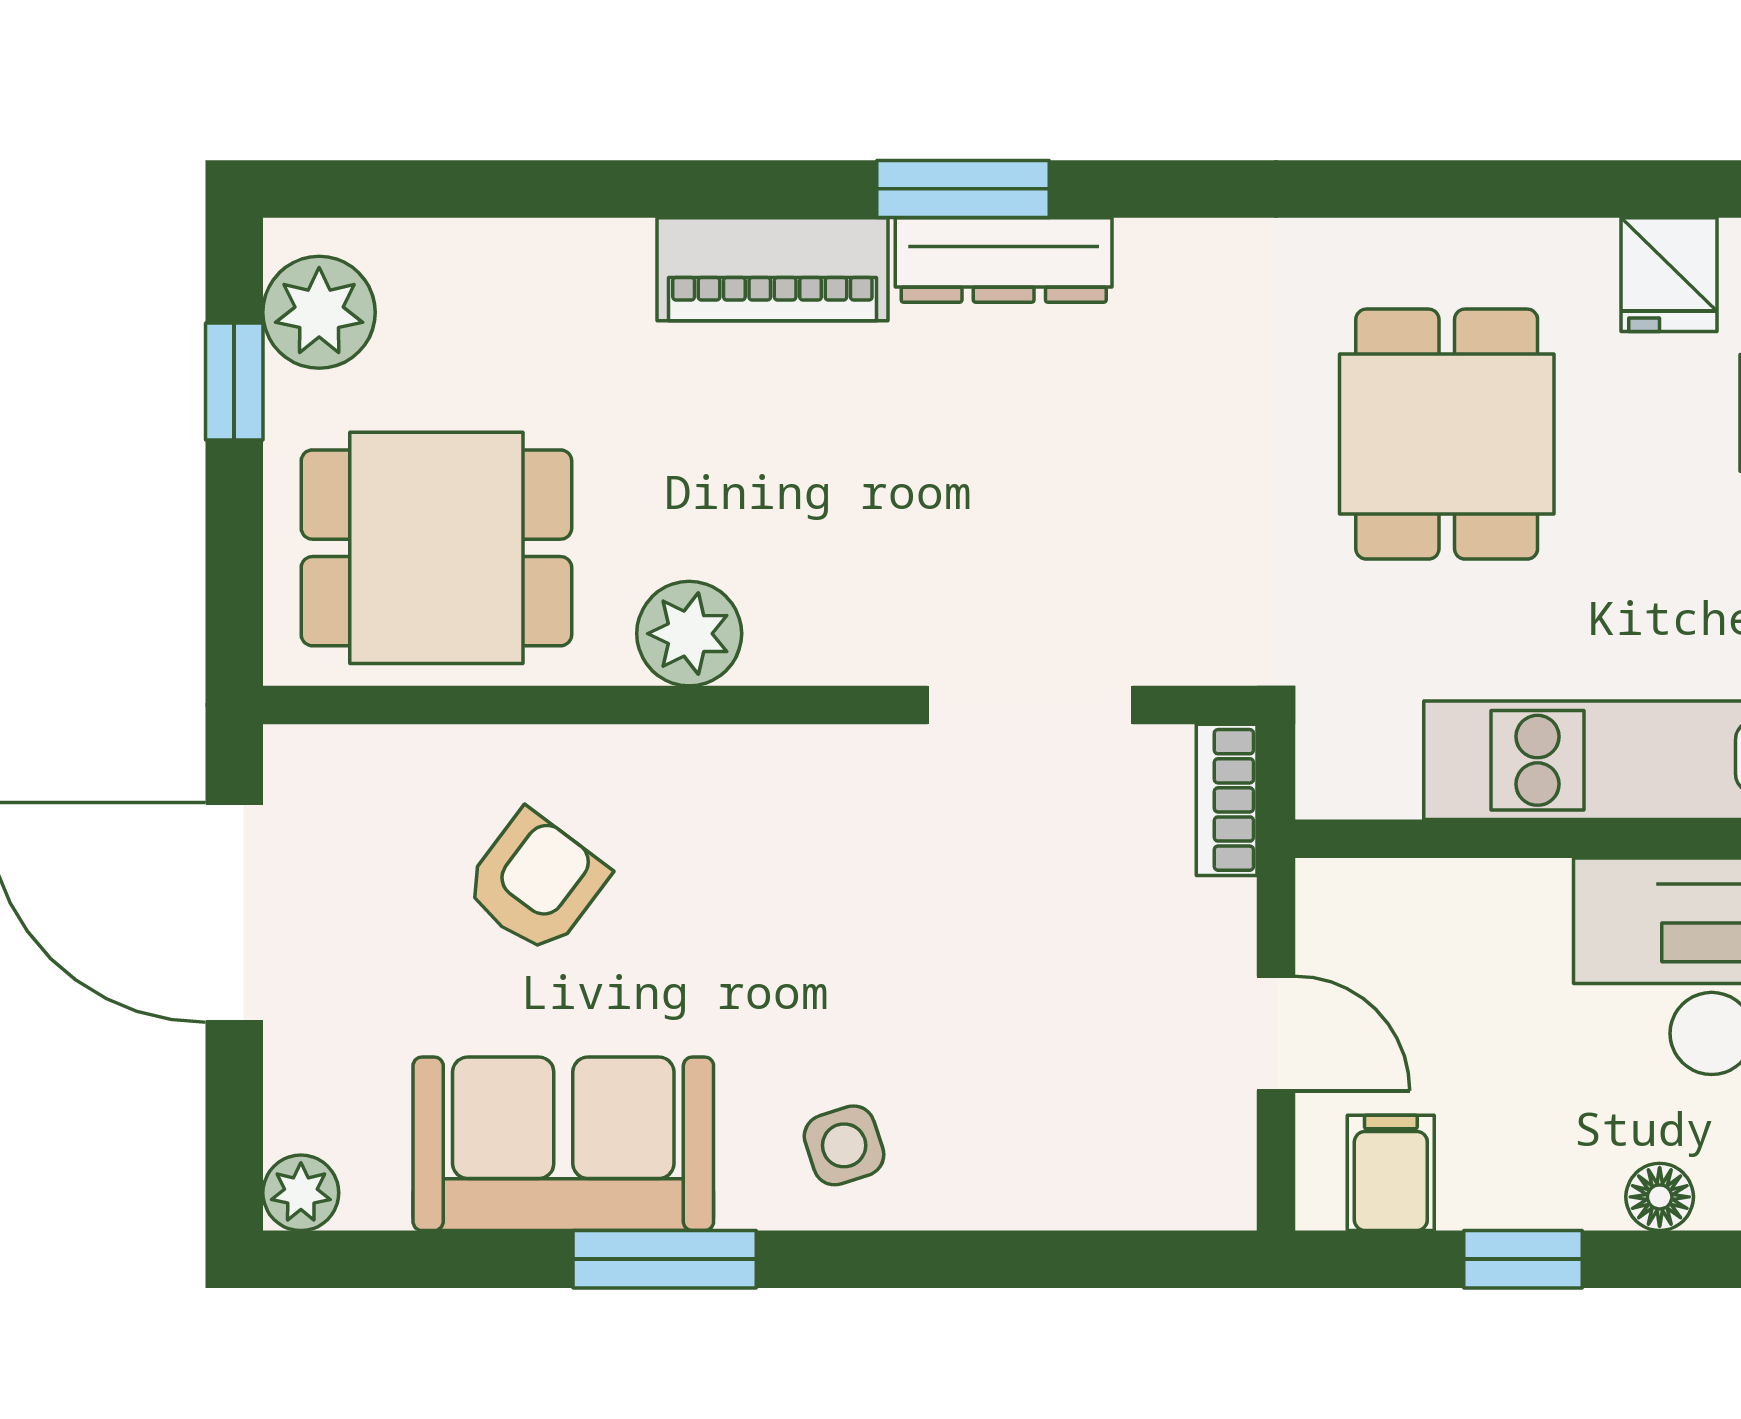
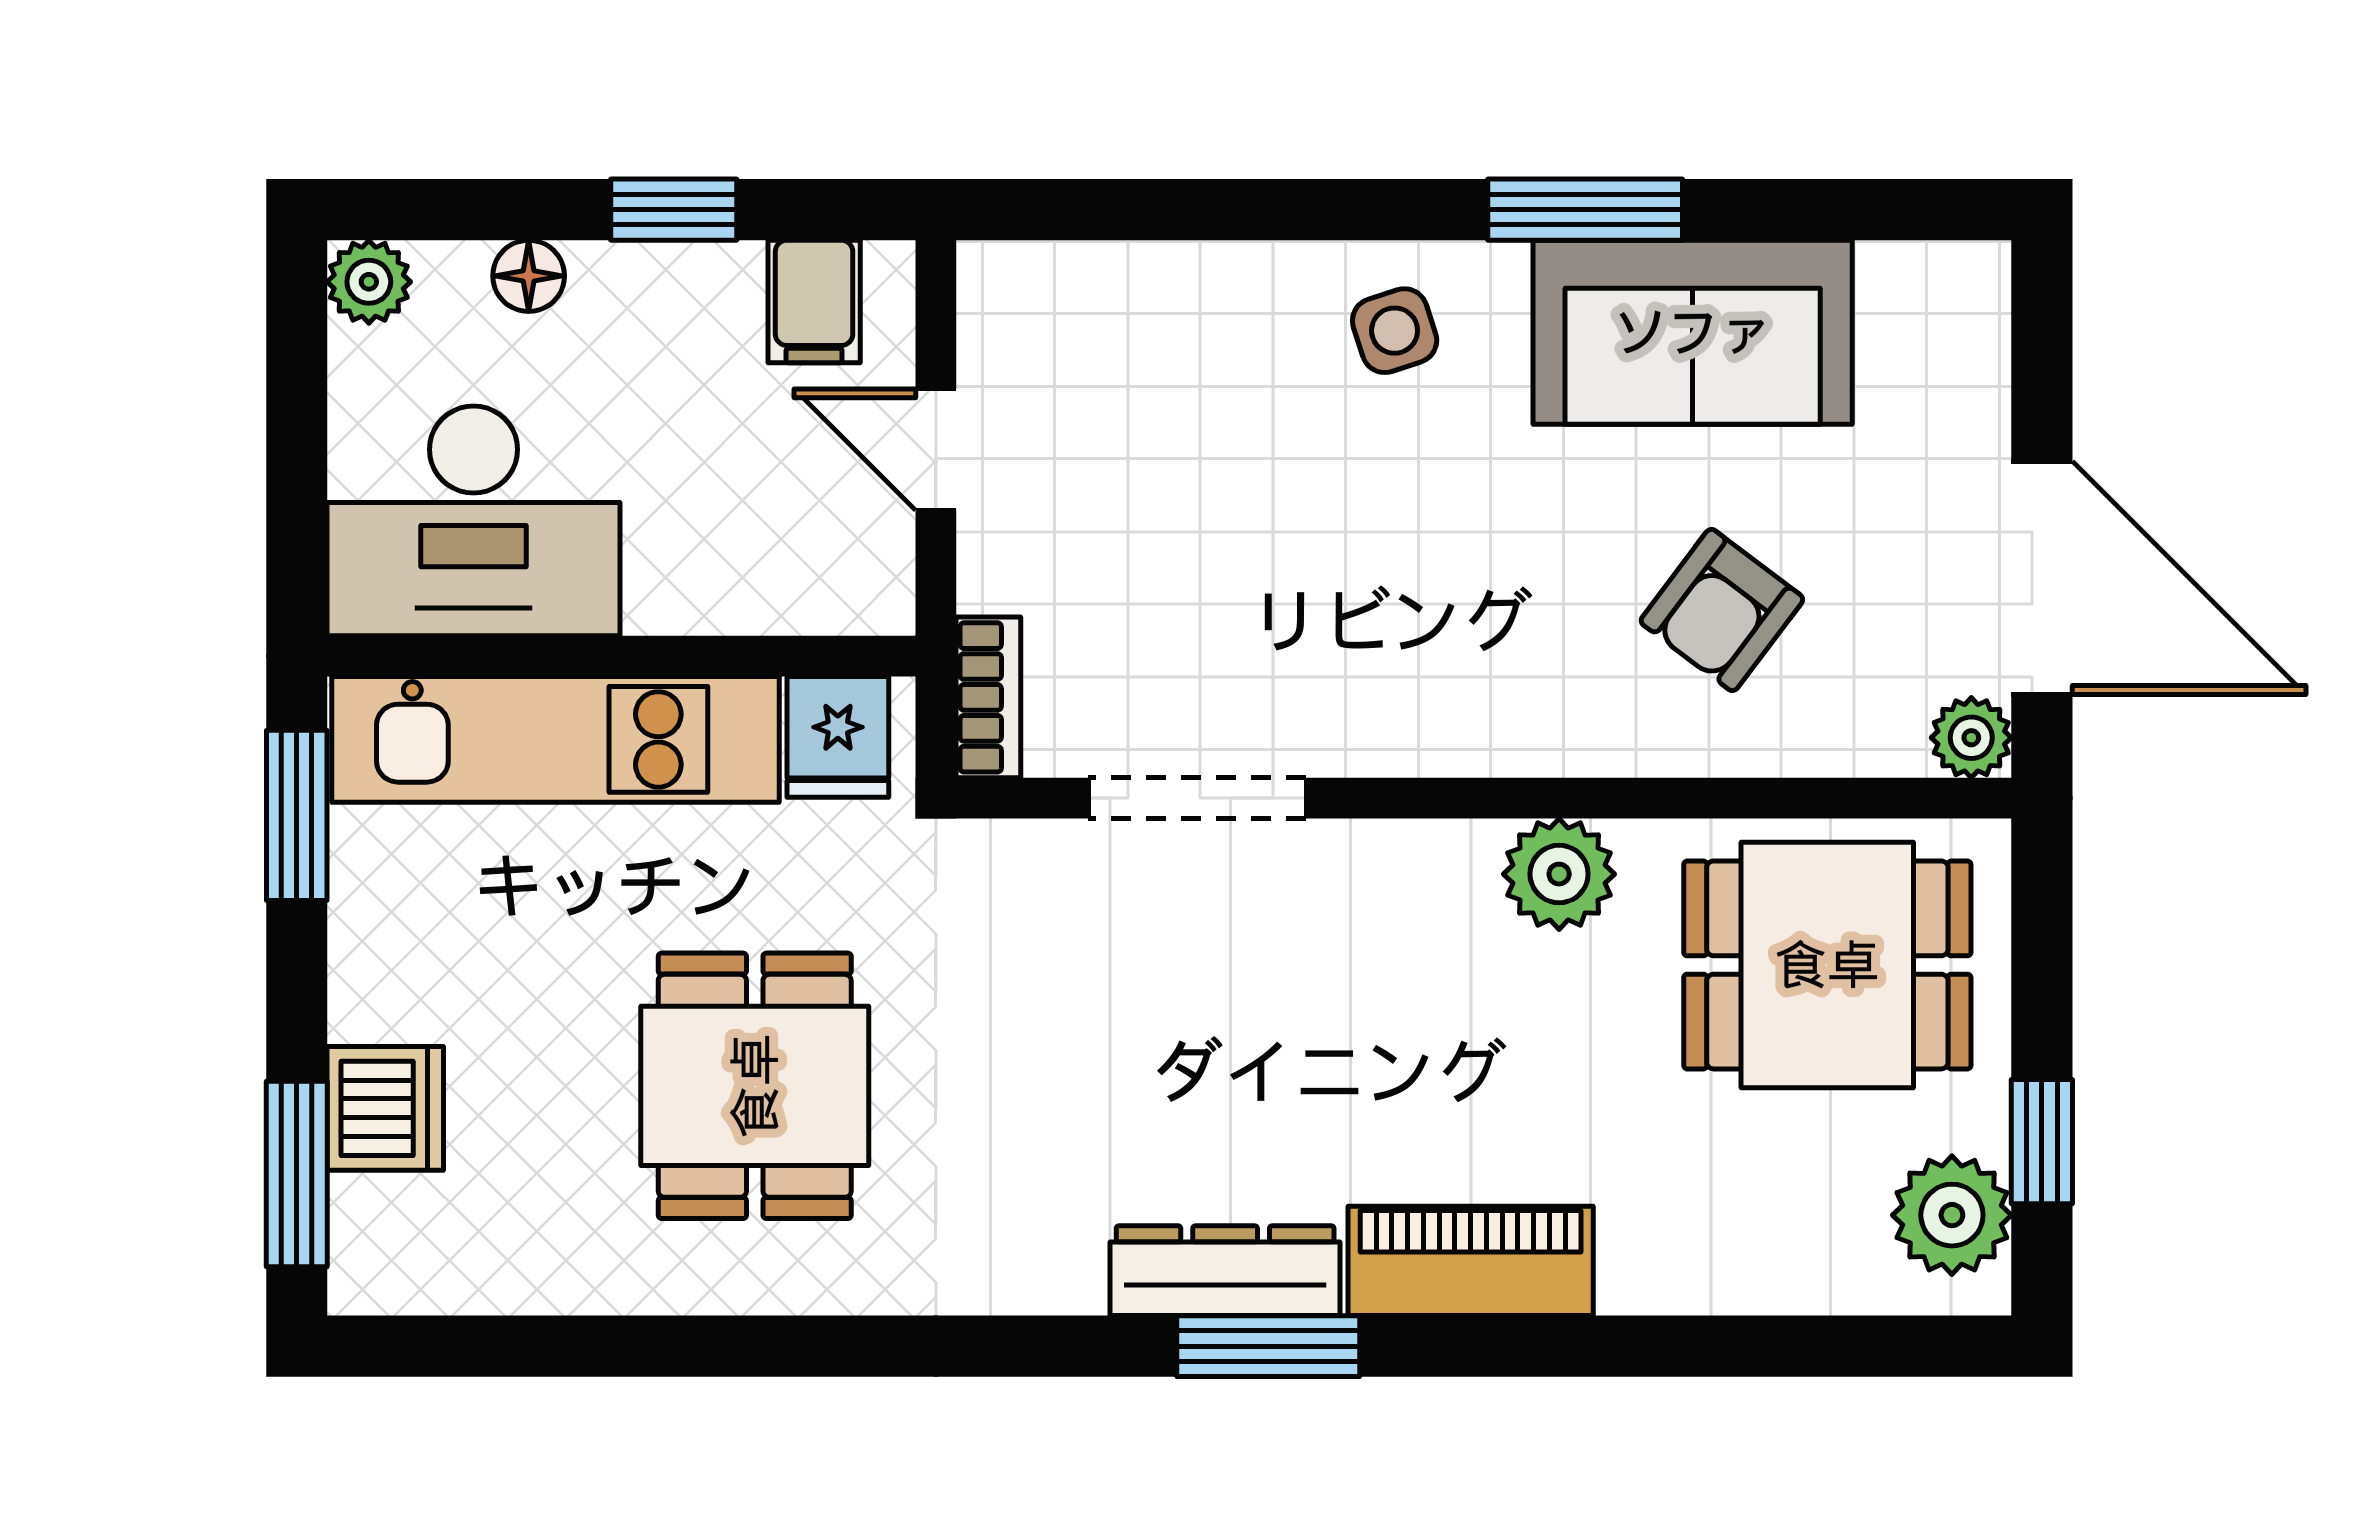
fridge: (1669, 275) -> (838, 737), moved, turned 180
plant: (301, 1193) -> (1971, 738), moved

